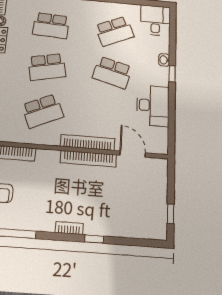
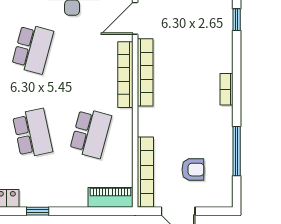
school desk: (43, 111) -> (91, 133), turned 39
window: (94, 239) -> (237, 20), moved

